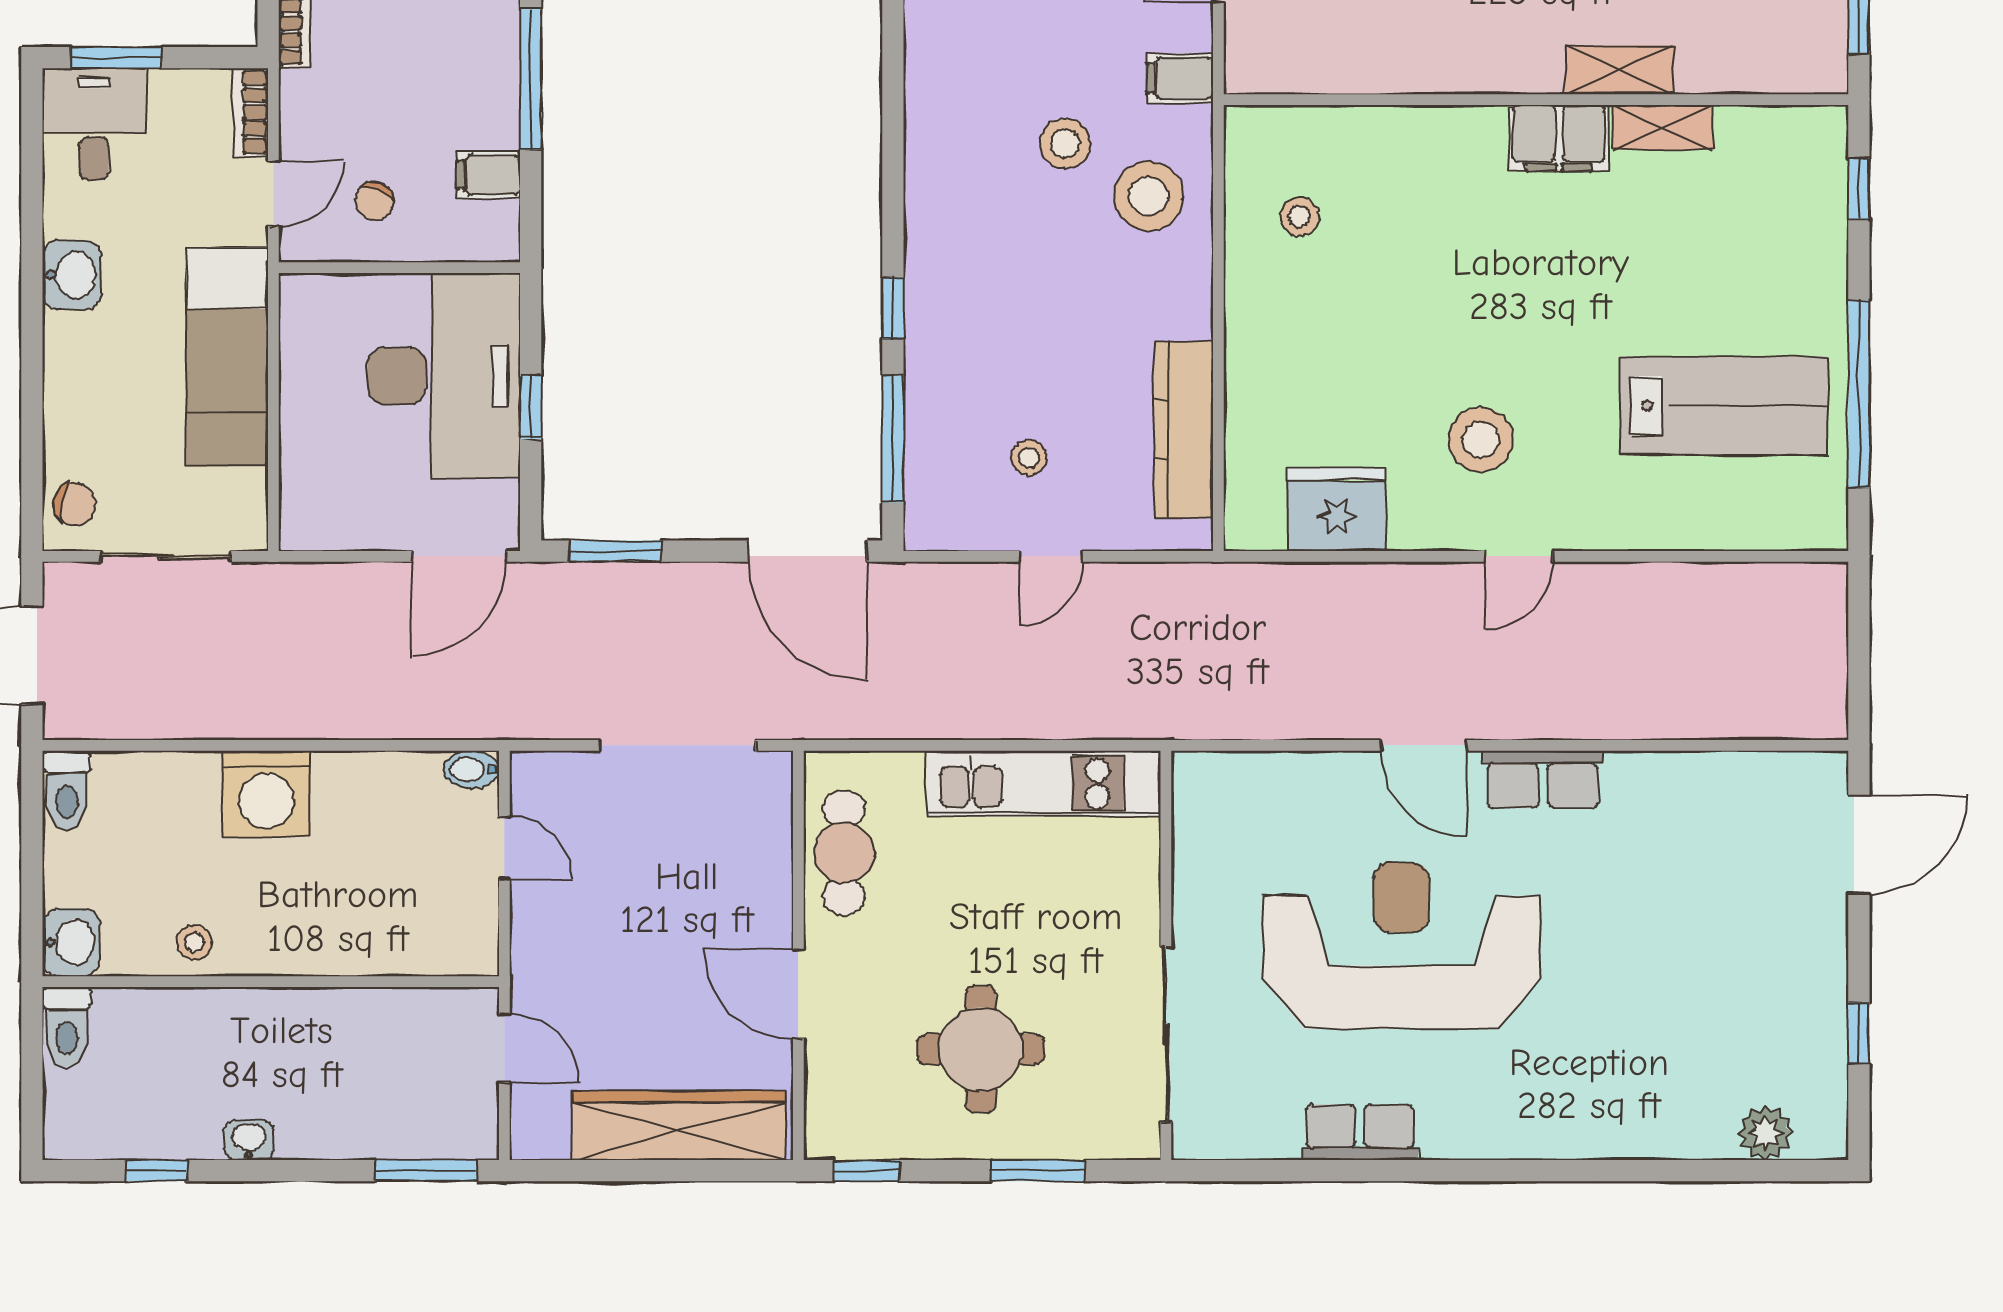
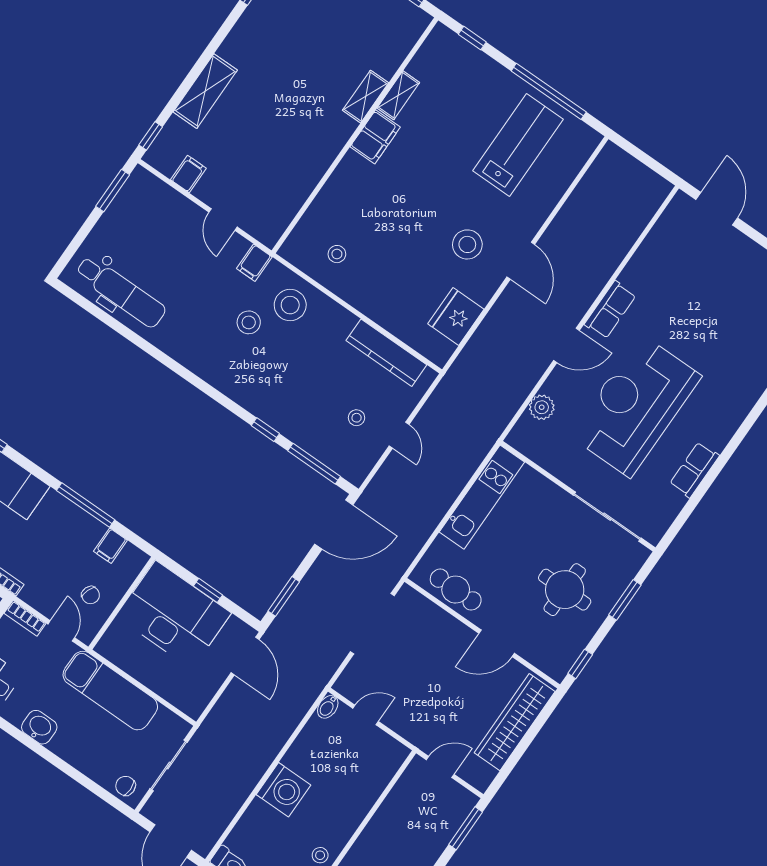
chair: (75, 504) -> (126, 786), turned -103
door: (1519, 556) -> (521, 261), width x1.38
plant: (1281, 778) -> (542, 407), added

